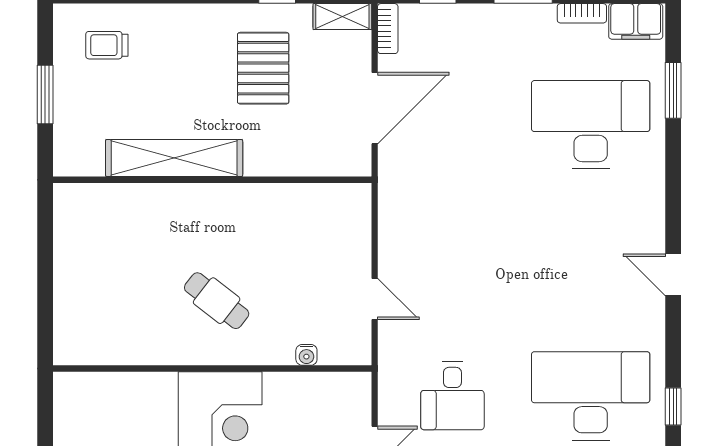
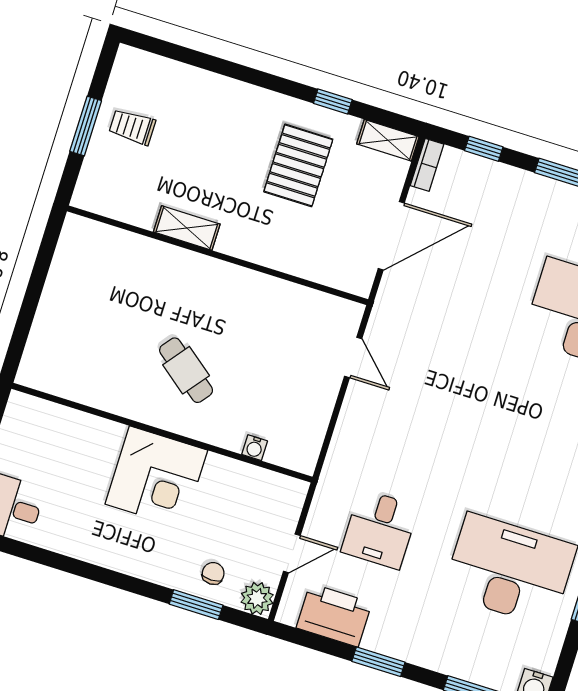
trolley: (107, 45) -> (132, 127), moved
shelving: (174, 158) -> (187, 228), width x0.45, depth x0.75
door: (375, 299) -> (353, 358), moved

